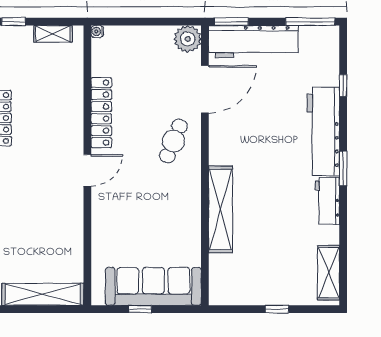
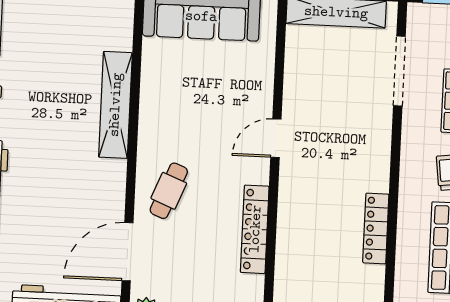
door: (87, 170) -> (276, 138), moved

